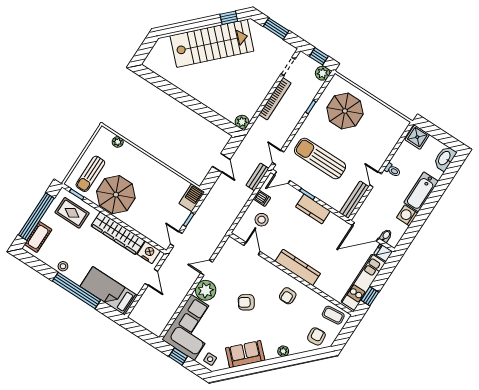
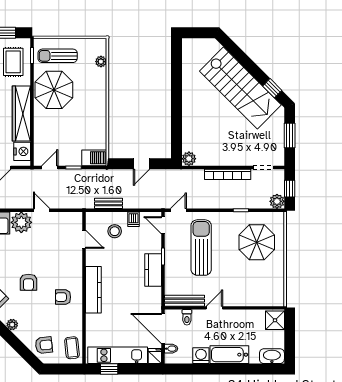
toilet: (393, 170) -> (187, 317), moved
bench: (257, 177) -> (108, 203), moved
door: (252, 248) -> (84, 239), hinge flipped
armchair: (246, 302) -> (28, 282), moved, turned -146

